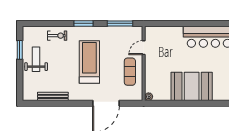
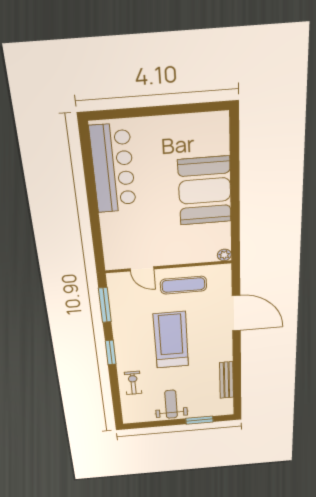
window: (20, 50) -> (199, 420), moved
weight bench: (36, 59) -> (171, 404), turned 90
treadmill: (89, 62) -> (171, 340), turned 90

